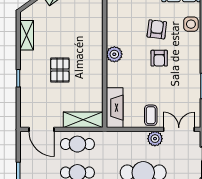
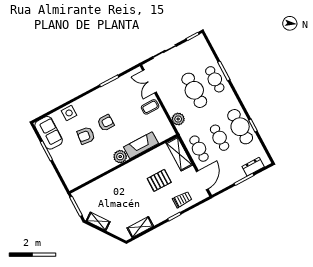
pallet: (60, 70) -> (159, 180), moved
trolley: (32, 96) -> (182, 199), added
fireplace: (115, 108) -> (141, 145), moved
plant: (155, 139) -> (178, 119), moved

